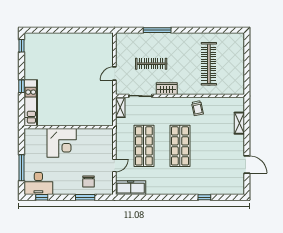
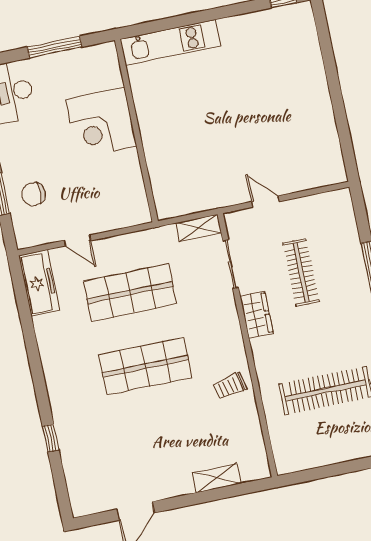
window: (22, 86) -> (200, 17), removed
window: (22, 168) -> (54, 47), moved

